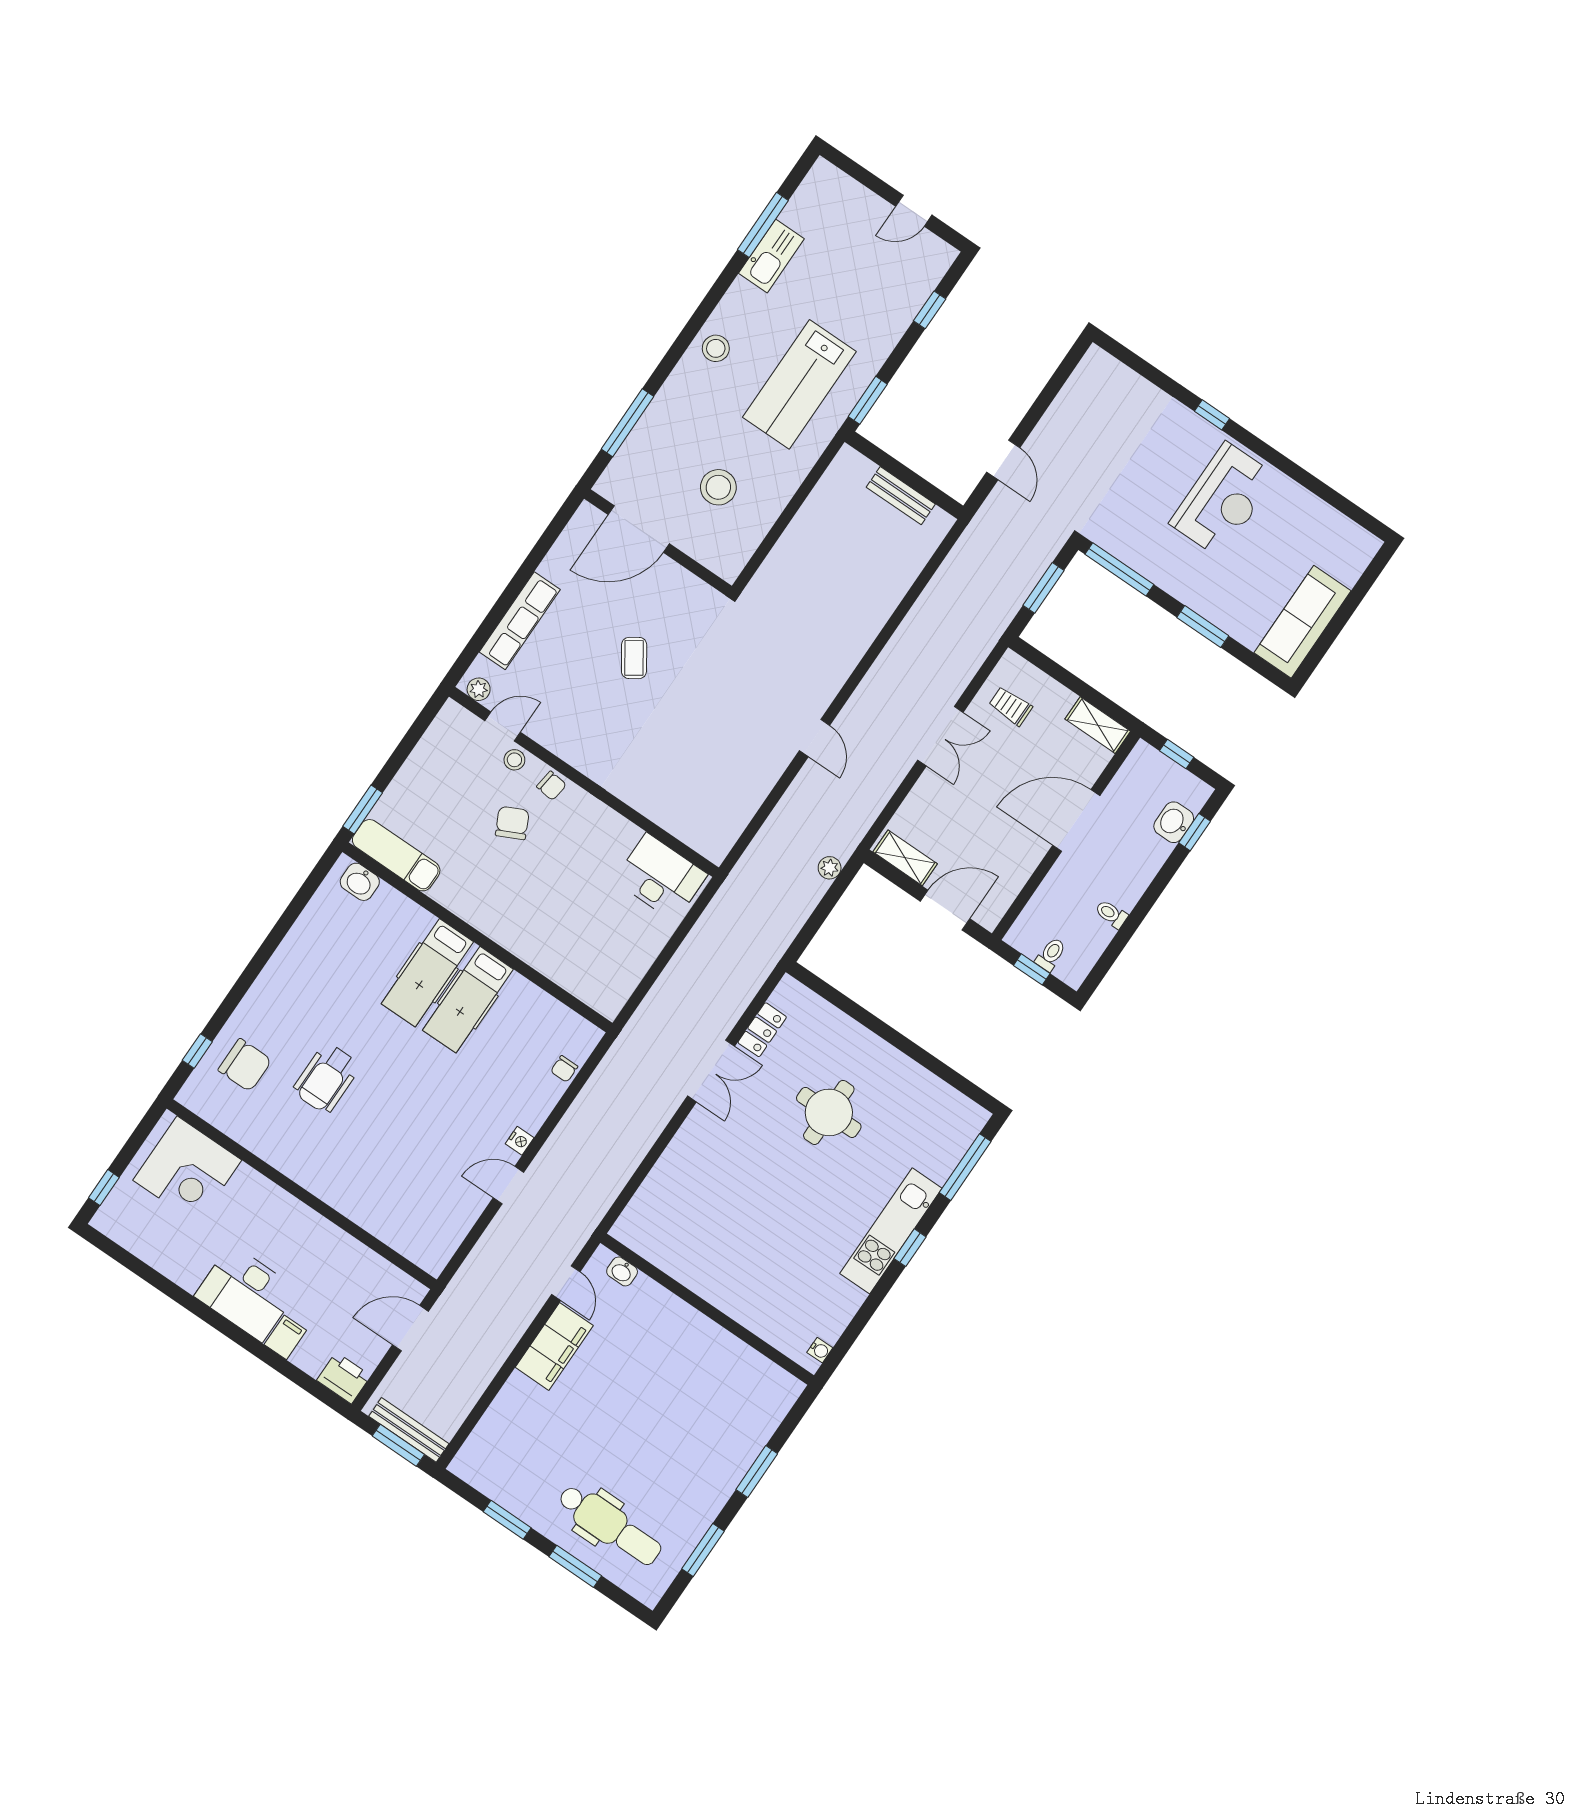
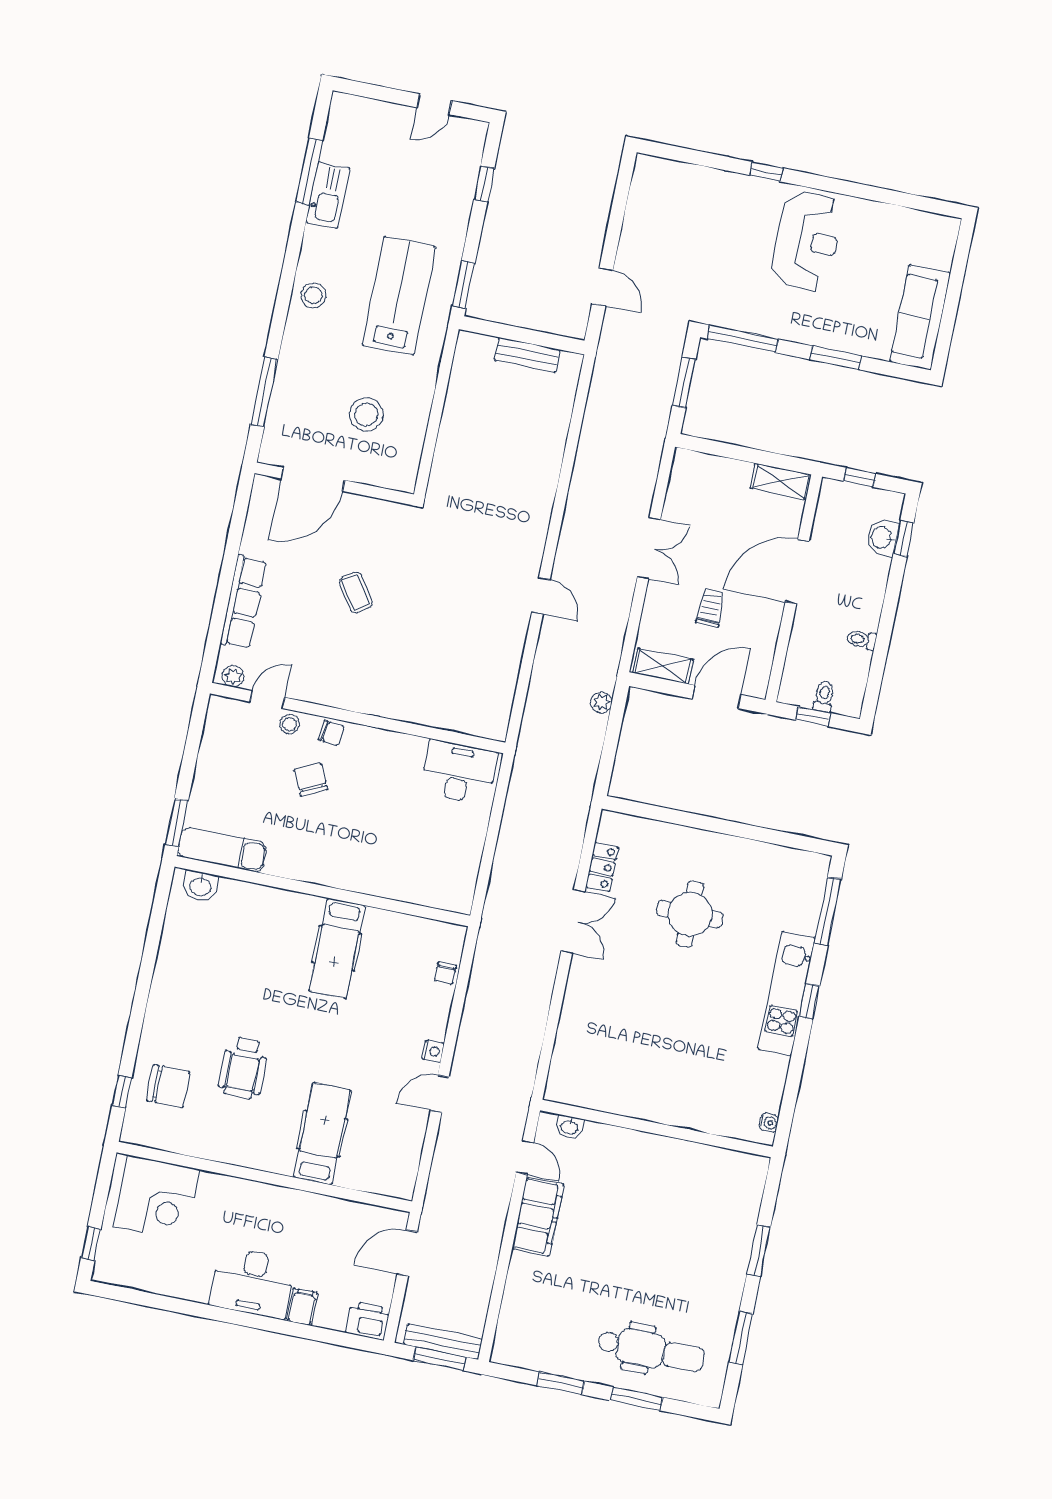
lab bench: (799, 384) -> (399, 296), turned 180
trolley: (1011, 706) -> (710, 608), moved, turned 90
hospital bed: (427, 973) -> (322, 1134), moved, turned 180

